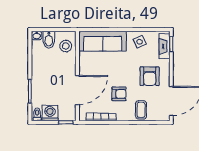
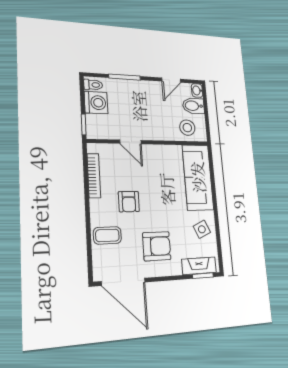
door: (30, 56) -> (171, 80), added
armchair: (150, 76) -> (157, 246), turned 180
door: (77, 90) -> (130, 142), width x0.53

